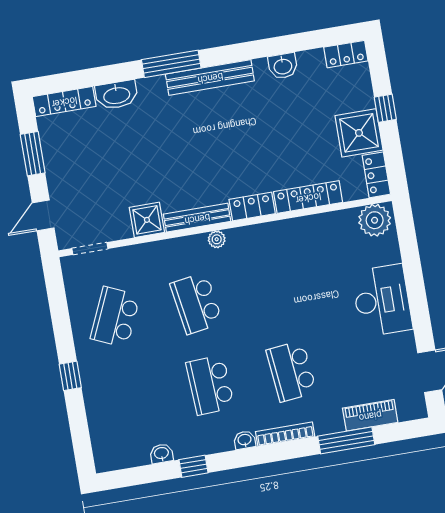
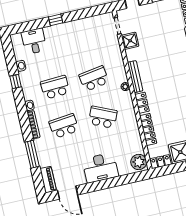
shower: (147, 220) -> (130, 41), moved
school desk: (115, 317) -> (103, 117), moved
piano: (370, 415) -> (48, 180), moved
desk: (112, 423) -> (34, 41), added

